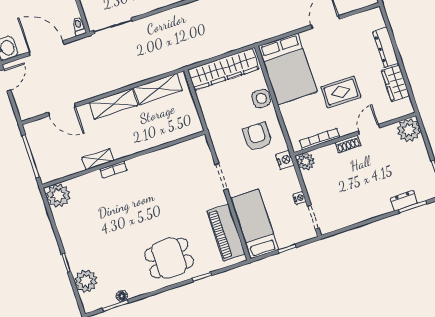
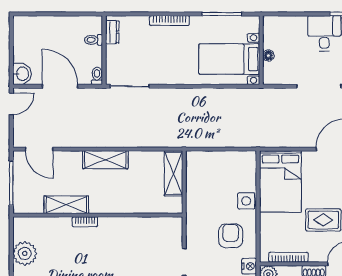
wardrobe: (223, 69) -> (220, 162), removed
shelving: (158, 89) -> (174, 173), moved, turned 90
door: (62, 110) -> (39, 149), moved
shelving: (98, 159) -> (66, 205), width x1.50, depth x1.33
plant: (58, 195) -> (25, 253), moved

